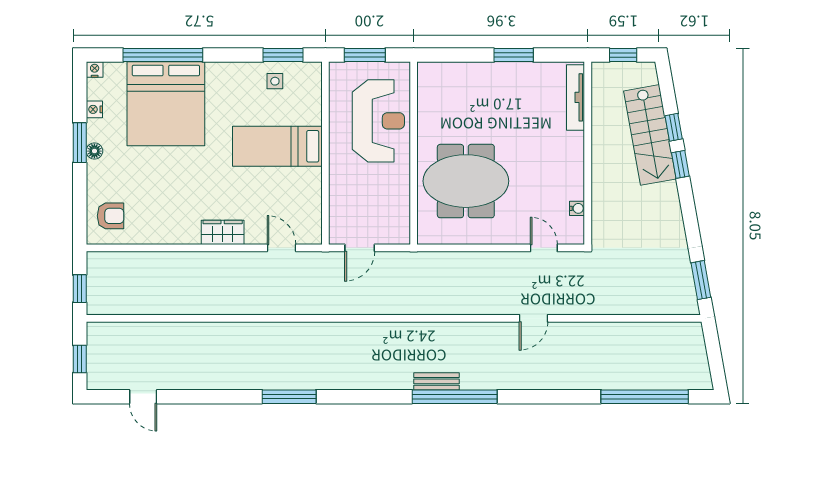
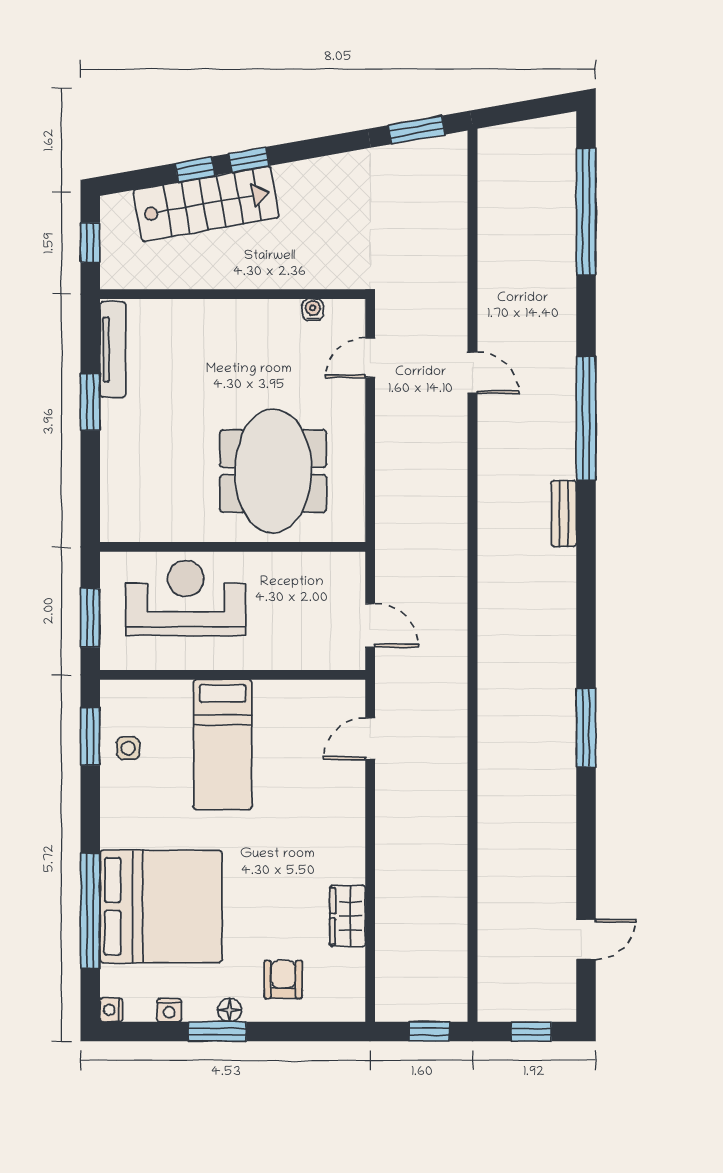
tv unit: (576, 97) -> (113, 349), moved, turned -90
armchair: (111, 216) -> (283, 979), moved
wardrobe: (223, 232) -> (347, 916), moved
window: (455, 397) -> (586, 418), moved

